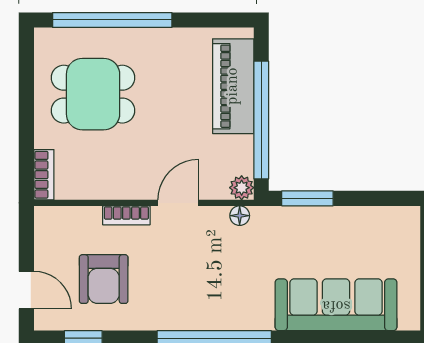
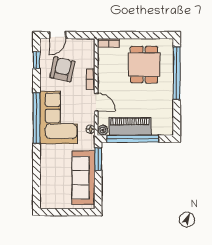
piano: (233, 86) -> (130, 126), moved
armchair: (104, 279) -> (63, 69), turned 103
corner sofa: (213, 288) -> (59, 117), added
sofa: (336, 305) -> (83, 178), moved, turned 180

